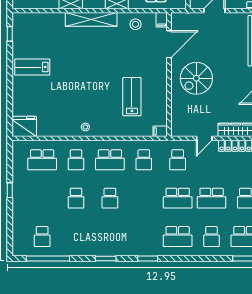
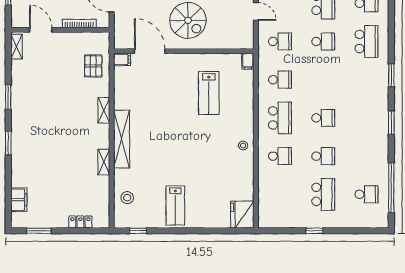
stool: (135, 24) -> (127, 198), moved
lab bench: (132, 97) -> (209, 93), turned -90
school desk: (42, 160) -> (323, 194), moved
school desk: (178, 198) -> (323, 41), width x0.54

